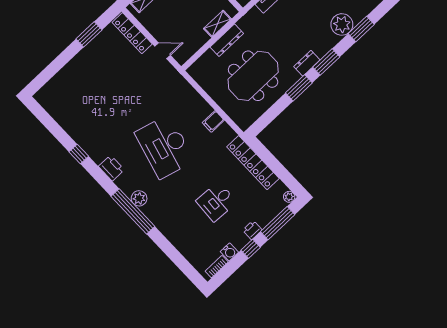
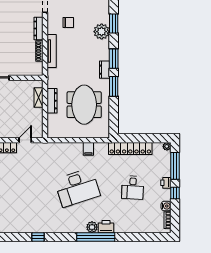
desk: (164, 147) -> (77, 188), turned -33
printer: (111, 168) -> (106, 227), moved

